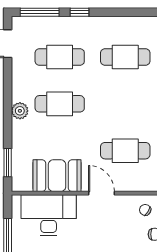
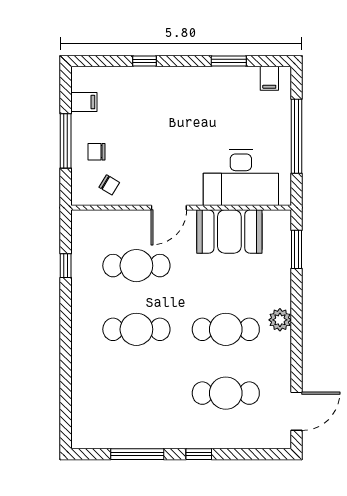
window: (40, 12) -> (137, 454), moved
cafe table: (125, 57) -> (136, 329), moved
door: (101, 193) -> (169, 208), hinge flipped

